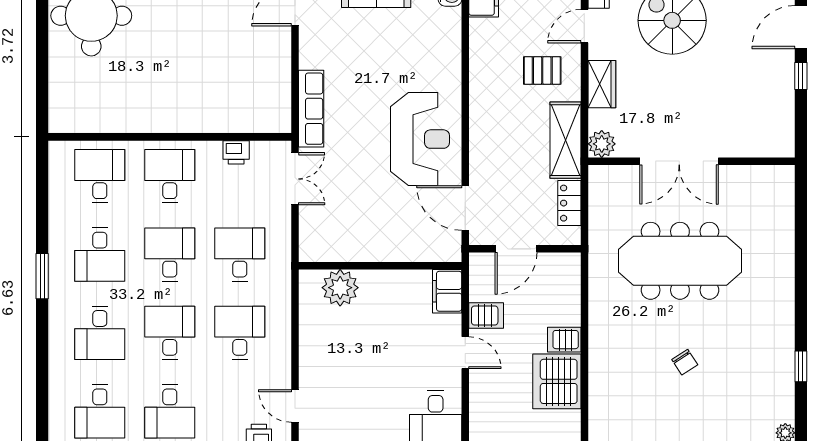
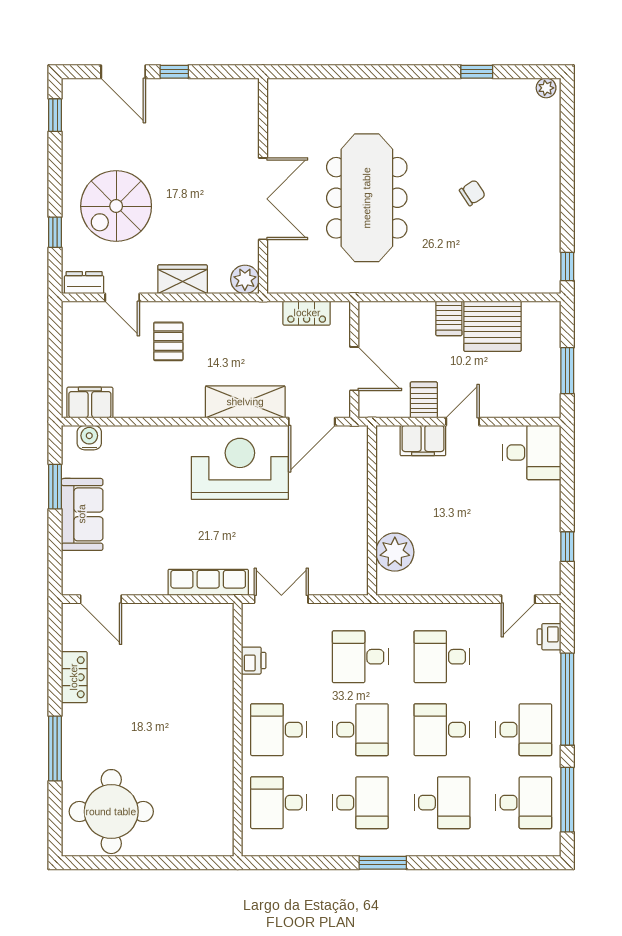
shelving: (565, 140) -> (245, 402), moved
desk: (170, 255) -> (360, 730), turned 180
filing cabinet: (447, 291) -> (423, 441), moved

